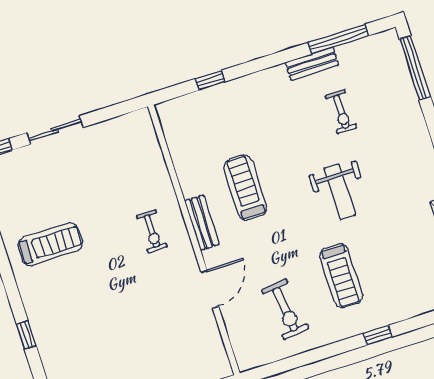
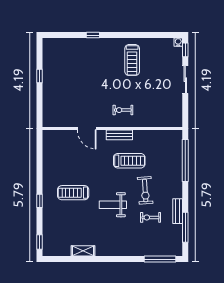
window: (210, 80) -> (185, 160), width x3.17
exercise bike: (285, 309) -> (145, 190), moved, turned -87

